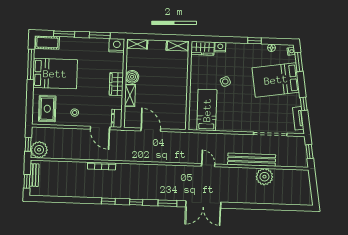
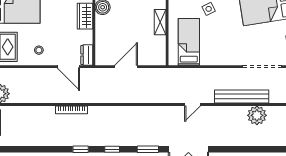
shelving: (130, 95) -> (160, 22), moved
door: (151, 130) -> (126, 67), hinge flipped
door: (208, 165) -> (192, 105), swing flipped

